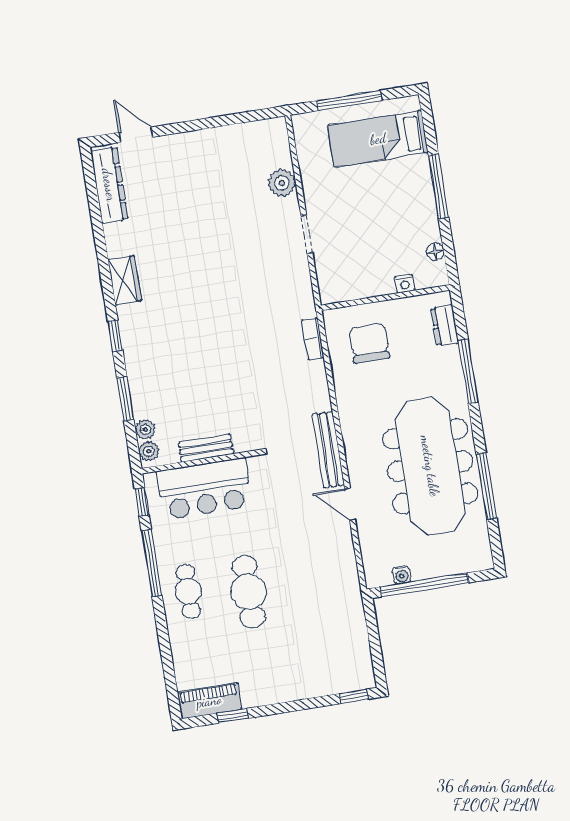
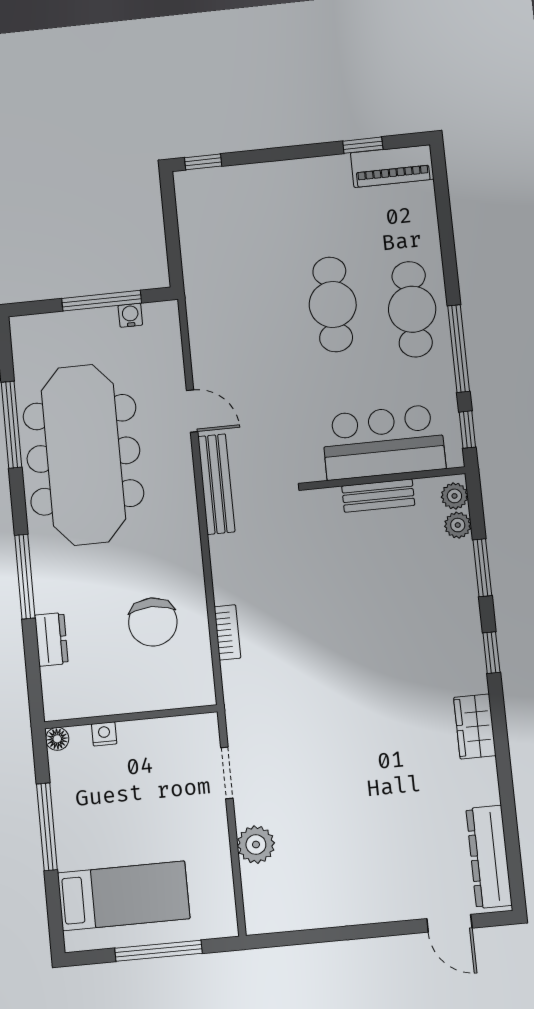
nightstand: (405, 284) -> (104, 734), moved
wall: (385, 298) -> (131, 717), moved
window: (424, 585) -> (102, 301), width x0.68
cafe table: (188, 591) -> (412, 309), width x1.37, depth x1.35

